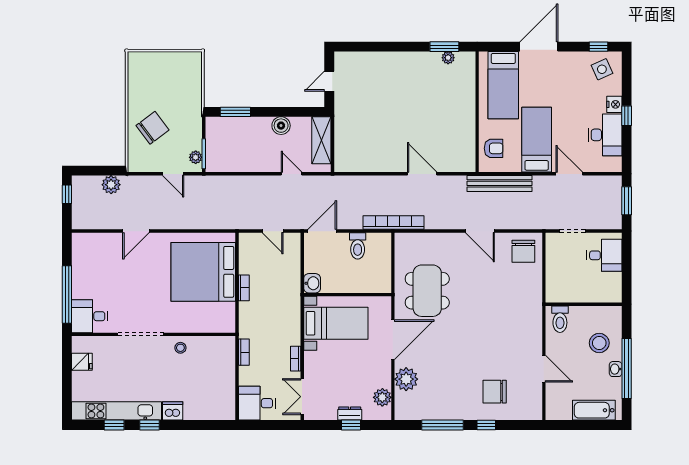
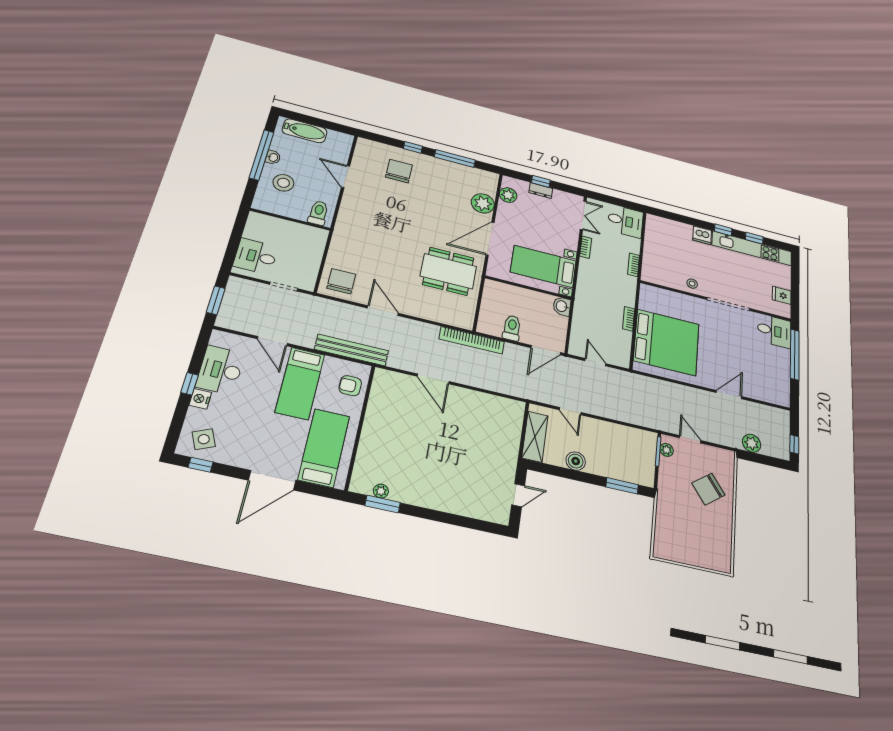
dining table: (427, 291) -> (448, 271), turned 90
chair: (495, 392) -> (399, 171), turned -90

